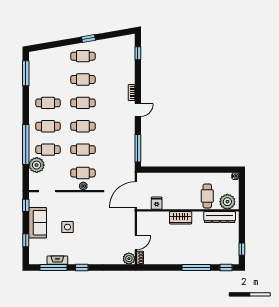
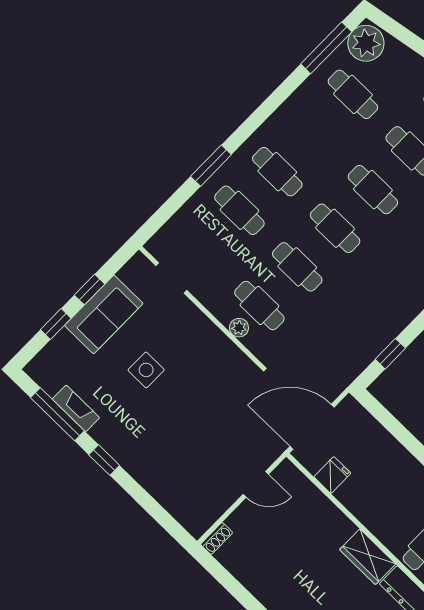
cafe table: (48, 103) -> (353, 94), moved
window: (26, 144) -> (211, 166), width x0.47
window: (138, 148) -> (390, 354), width x0.46
plant: (37, 165) -> (366, 43), moved
window: (26, 205) -> (89, 290), moved
wardrobe: (181, 218) -> (368, 557), moved
door: (136, 243) -> (256, 484), moved
plant: (129, 259) -> (197, 522), removed

